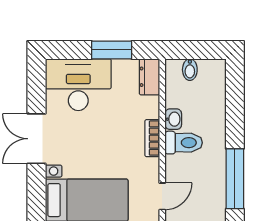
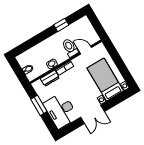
dresser: (149, 77) -> (50, 78), moved
toilet: (184, 143) -> (70, 48), moved
window: (235, 179) -> (61, 25), width x0.46

